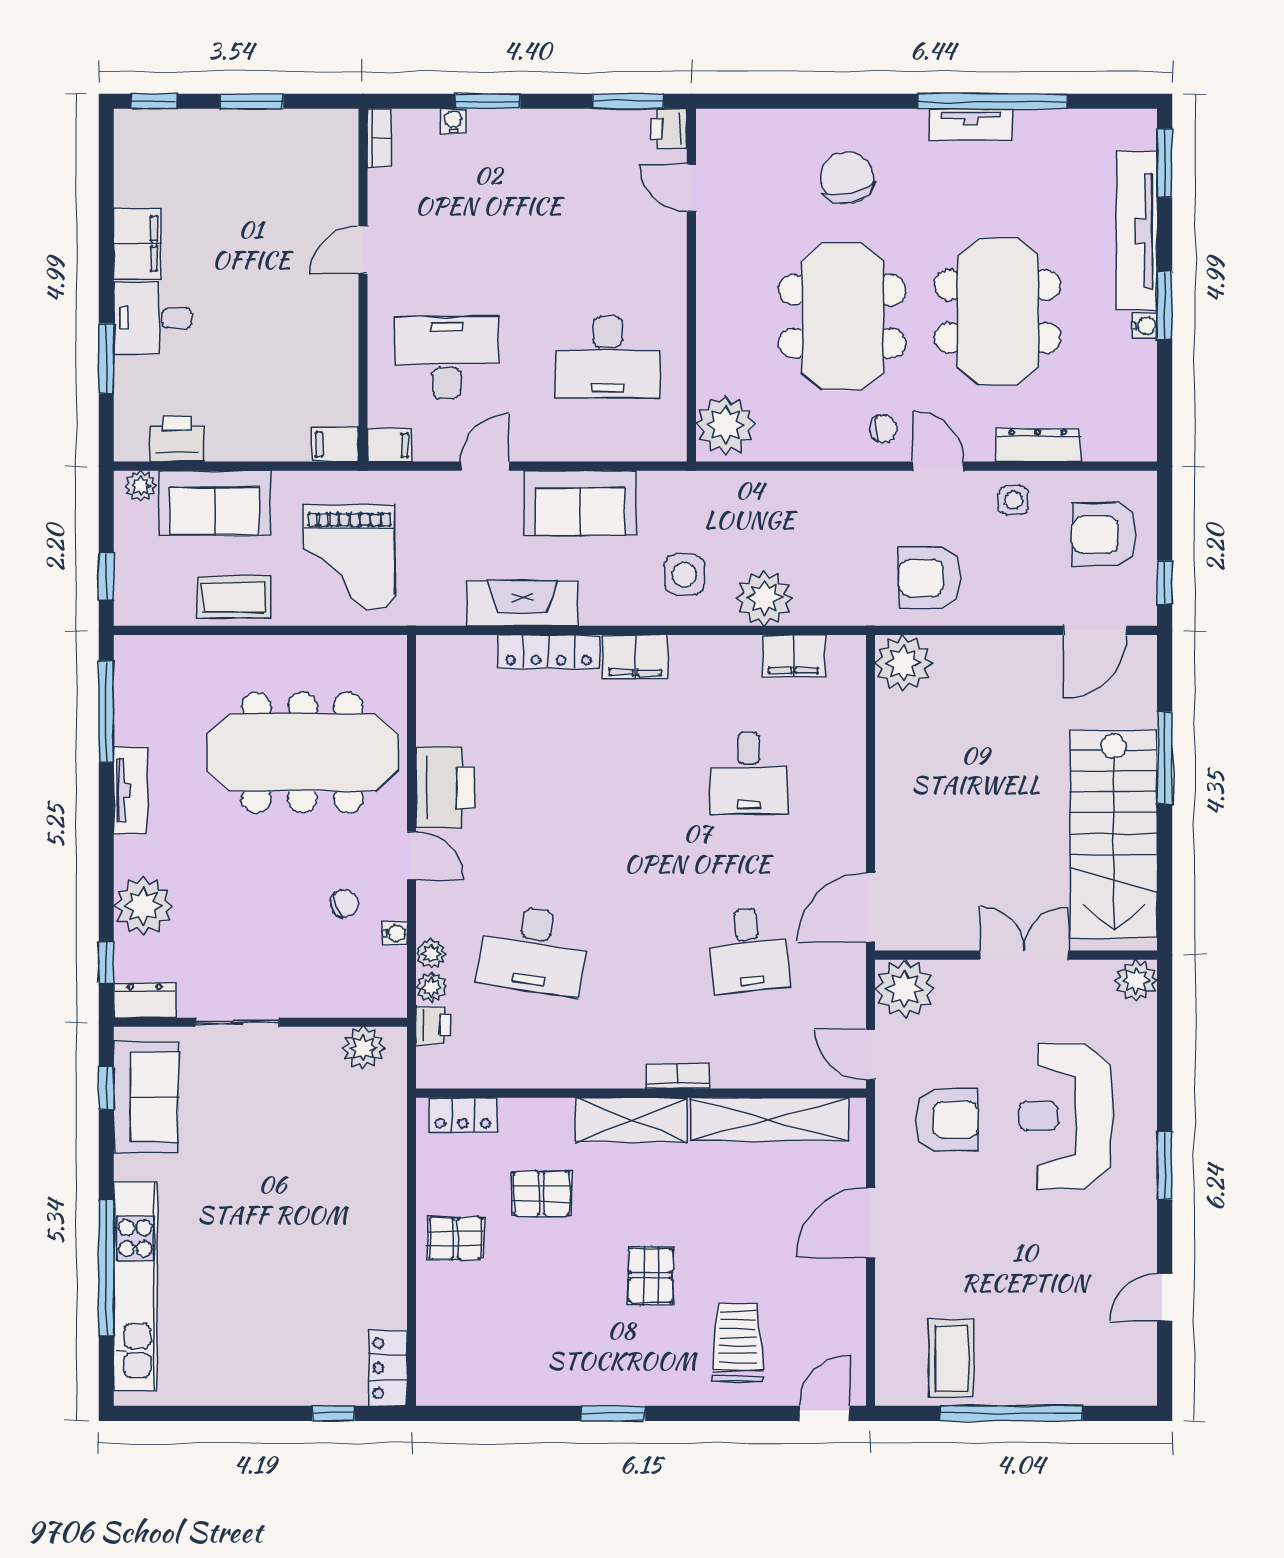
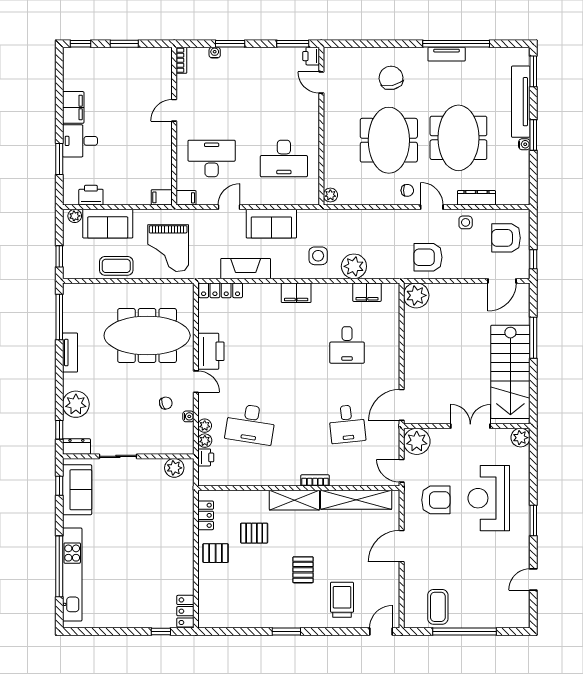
plant: (725, 425) -> (330, 195), width x0.53, depth x0.53
locker: (549, 652) -> (221, 290), moved
locker: (463, 1115) -> (206, 515), moved, turned -90

